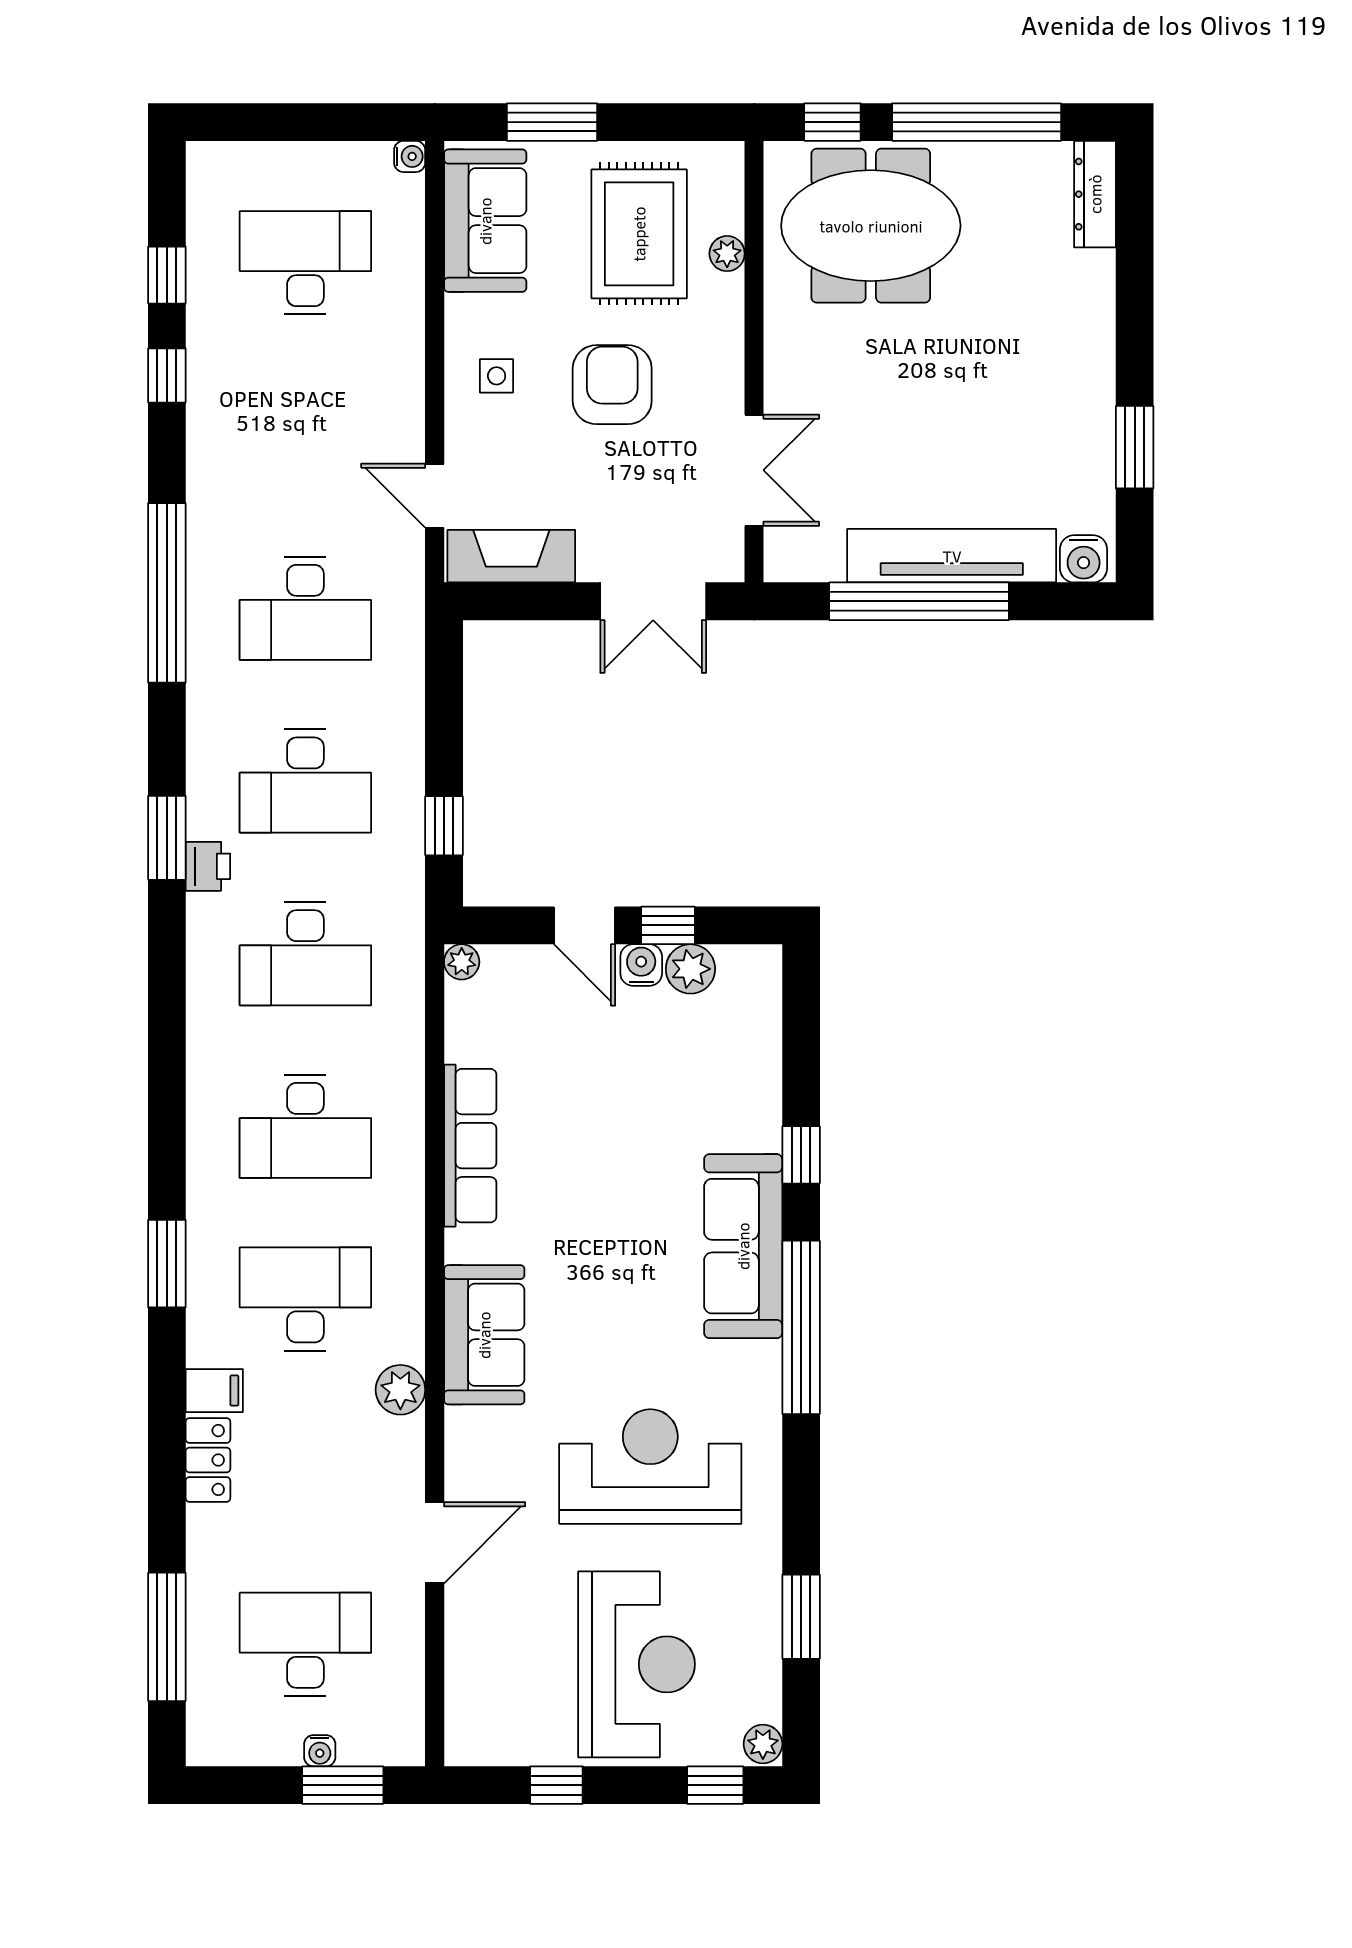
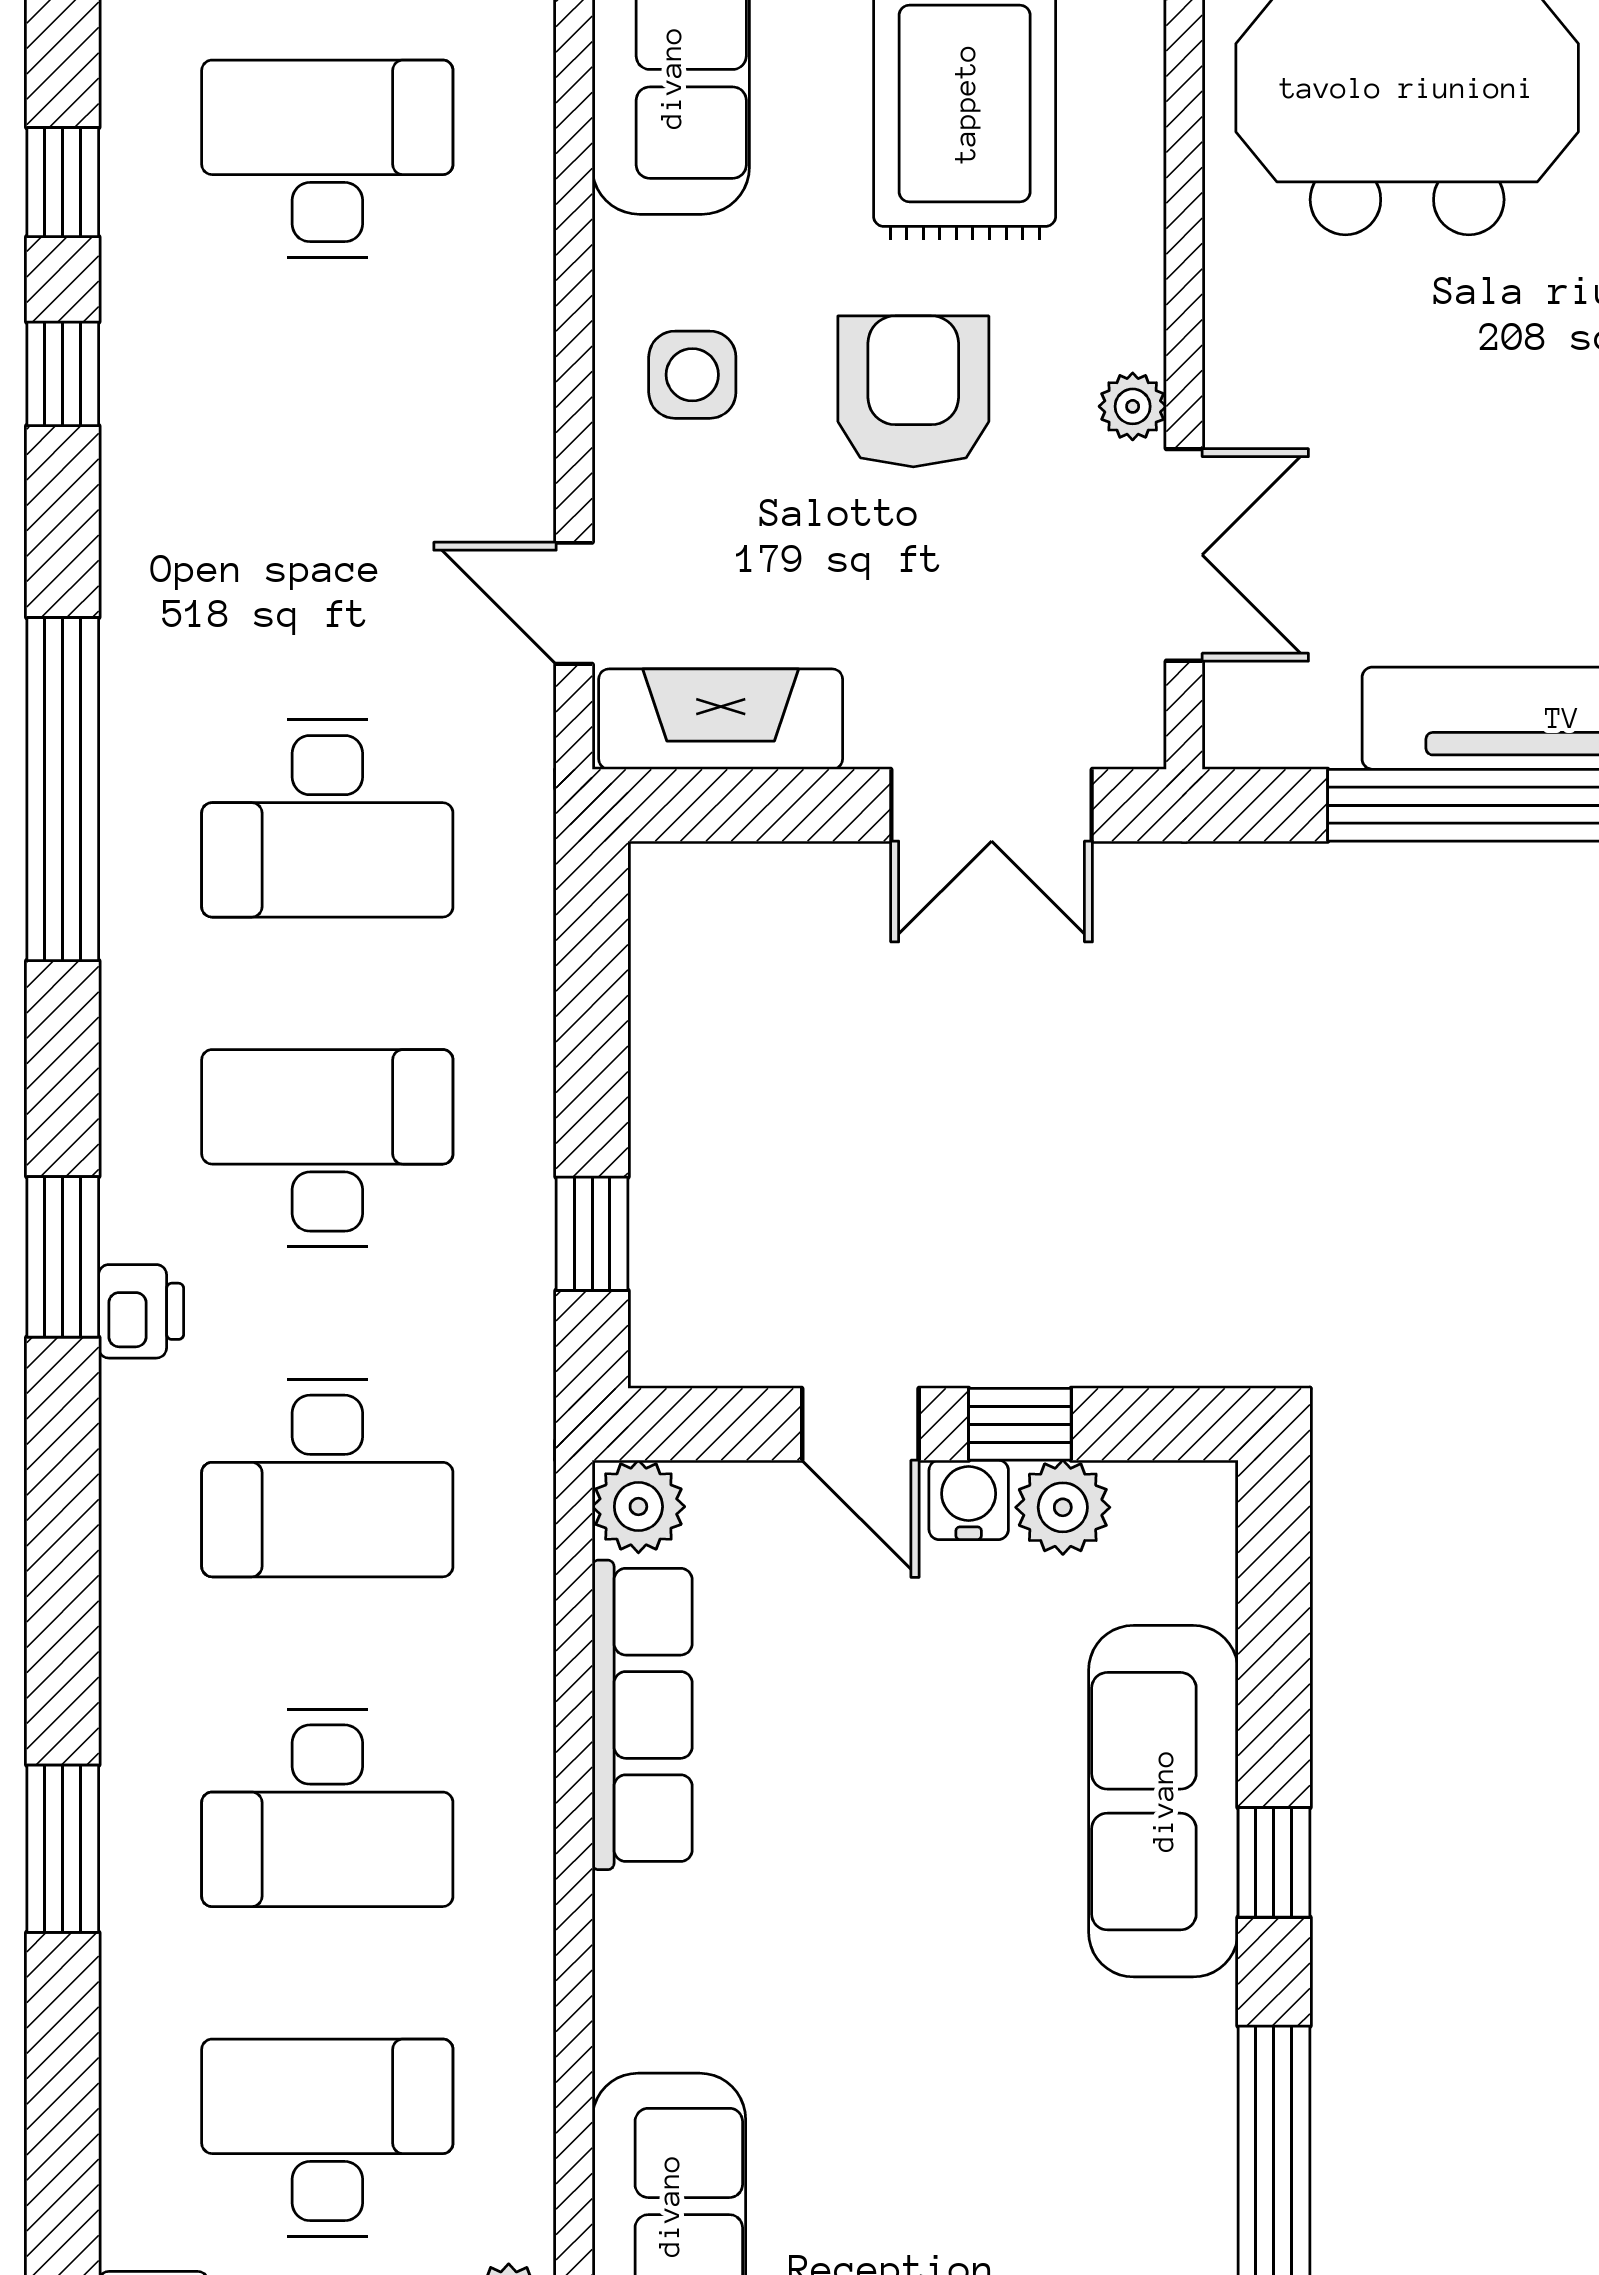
plant: (727, 254) -> (1133, 406), moved
side table: (497, 376) -> (692, 375), width x1.37, depth x1.37
desk: (305, 781) -> (327, 1148), turned 180
plant: (462, 962) -> (638, 1507), width x1.38, depth x1.38
row of seats: (470, 1146) -> (642, 1715), moved
sofa: (743, 1246) -> (1163, 1801), moved
window: (167, 1264) -> (63, 1849), moved

